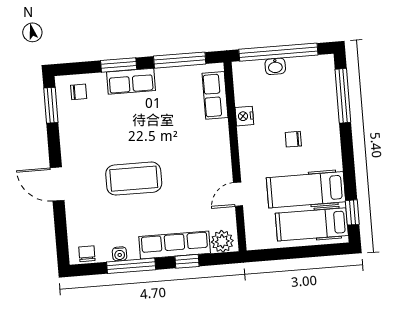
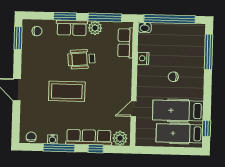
washbasin: (275, 66) -> (145, 28), moved
plant: (166, 78) -> (95, 28), added
wheelchair: (151, 127) -> (81, 59), added

